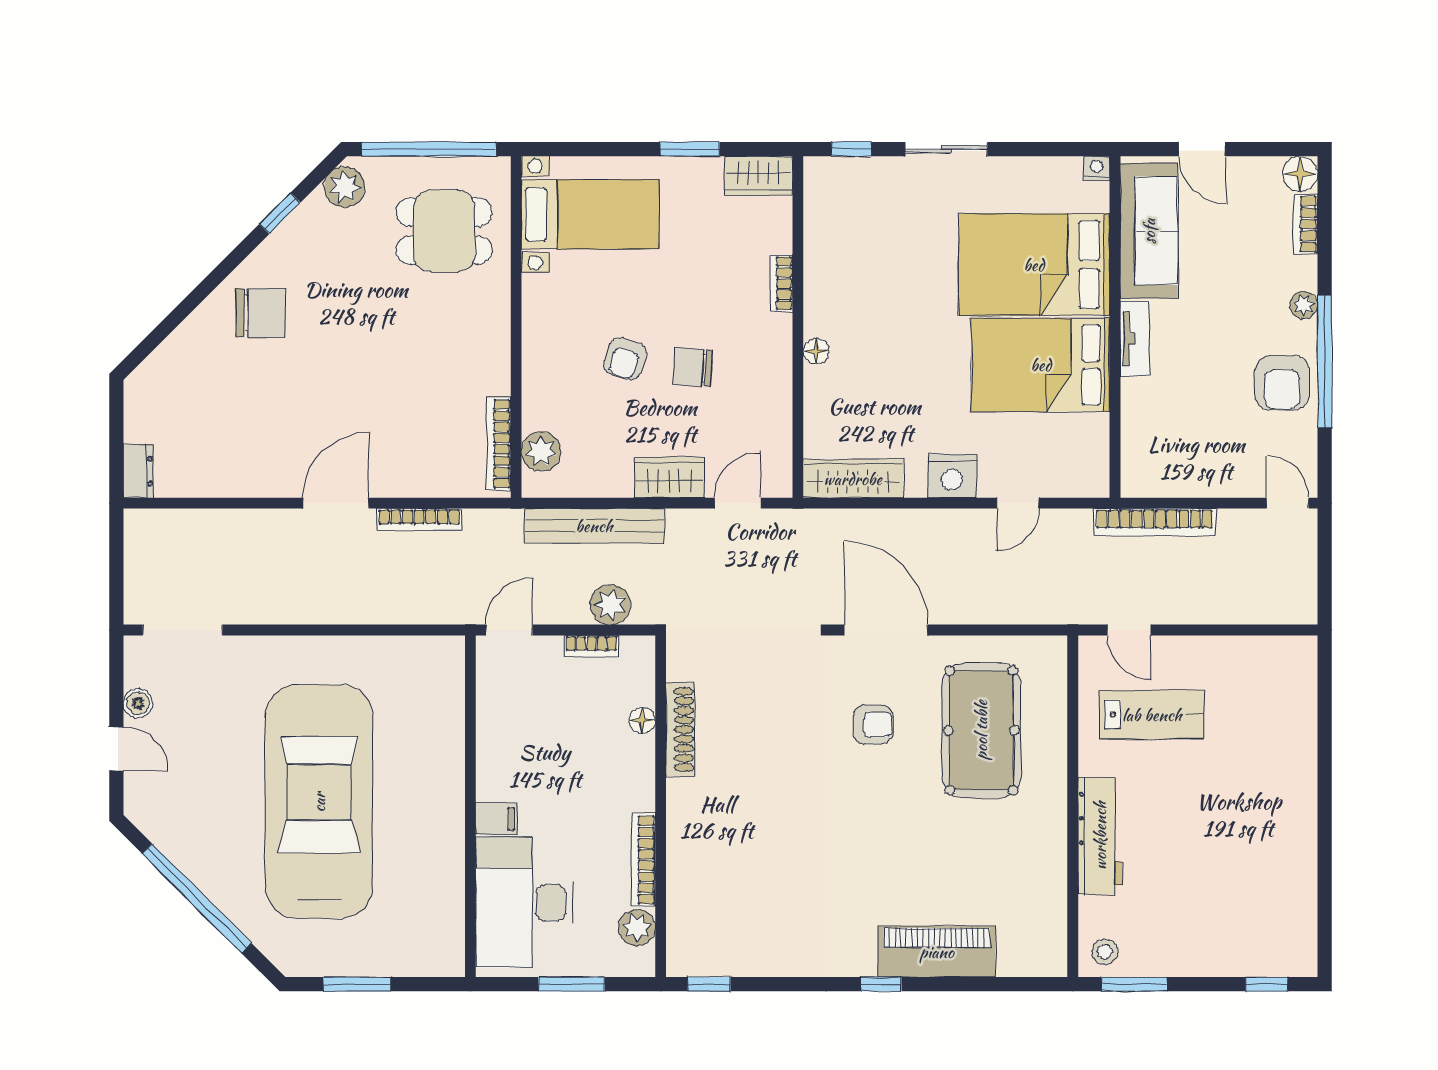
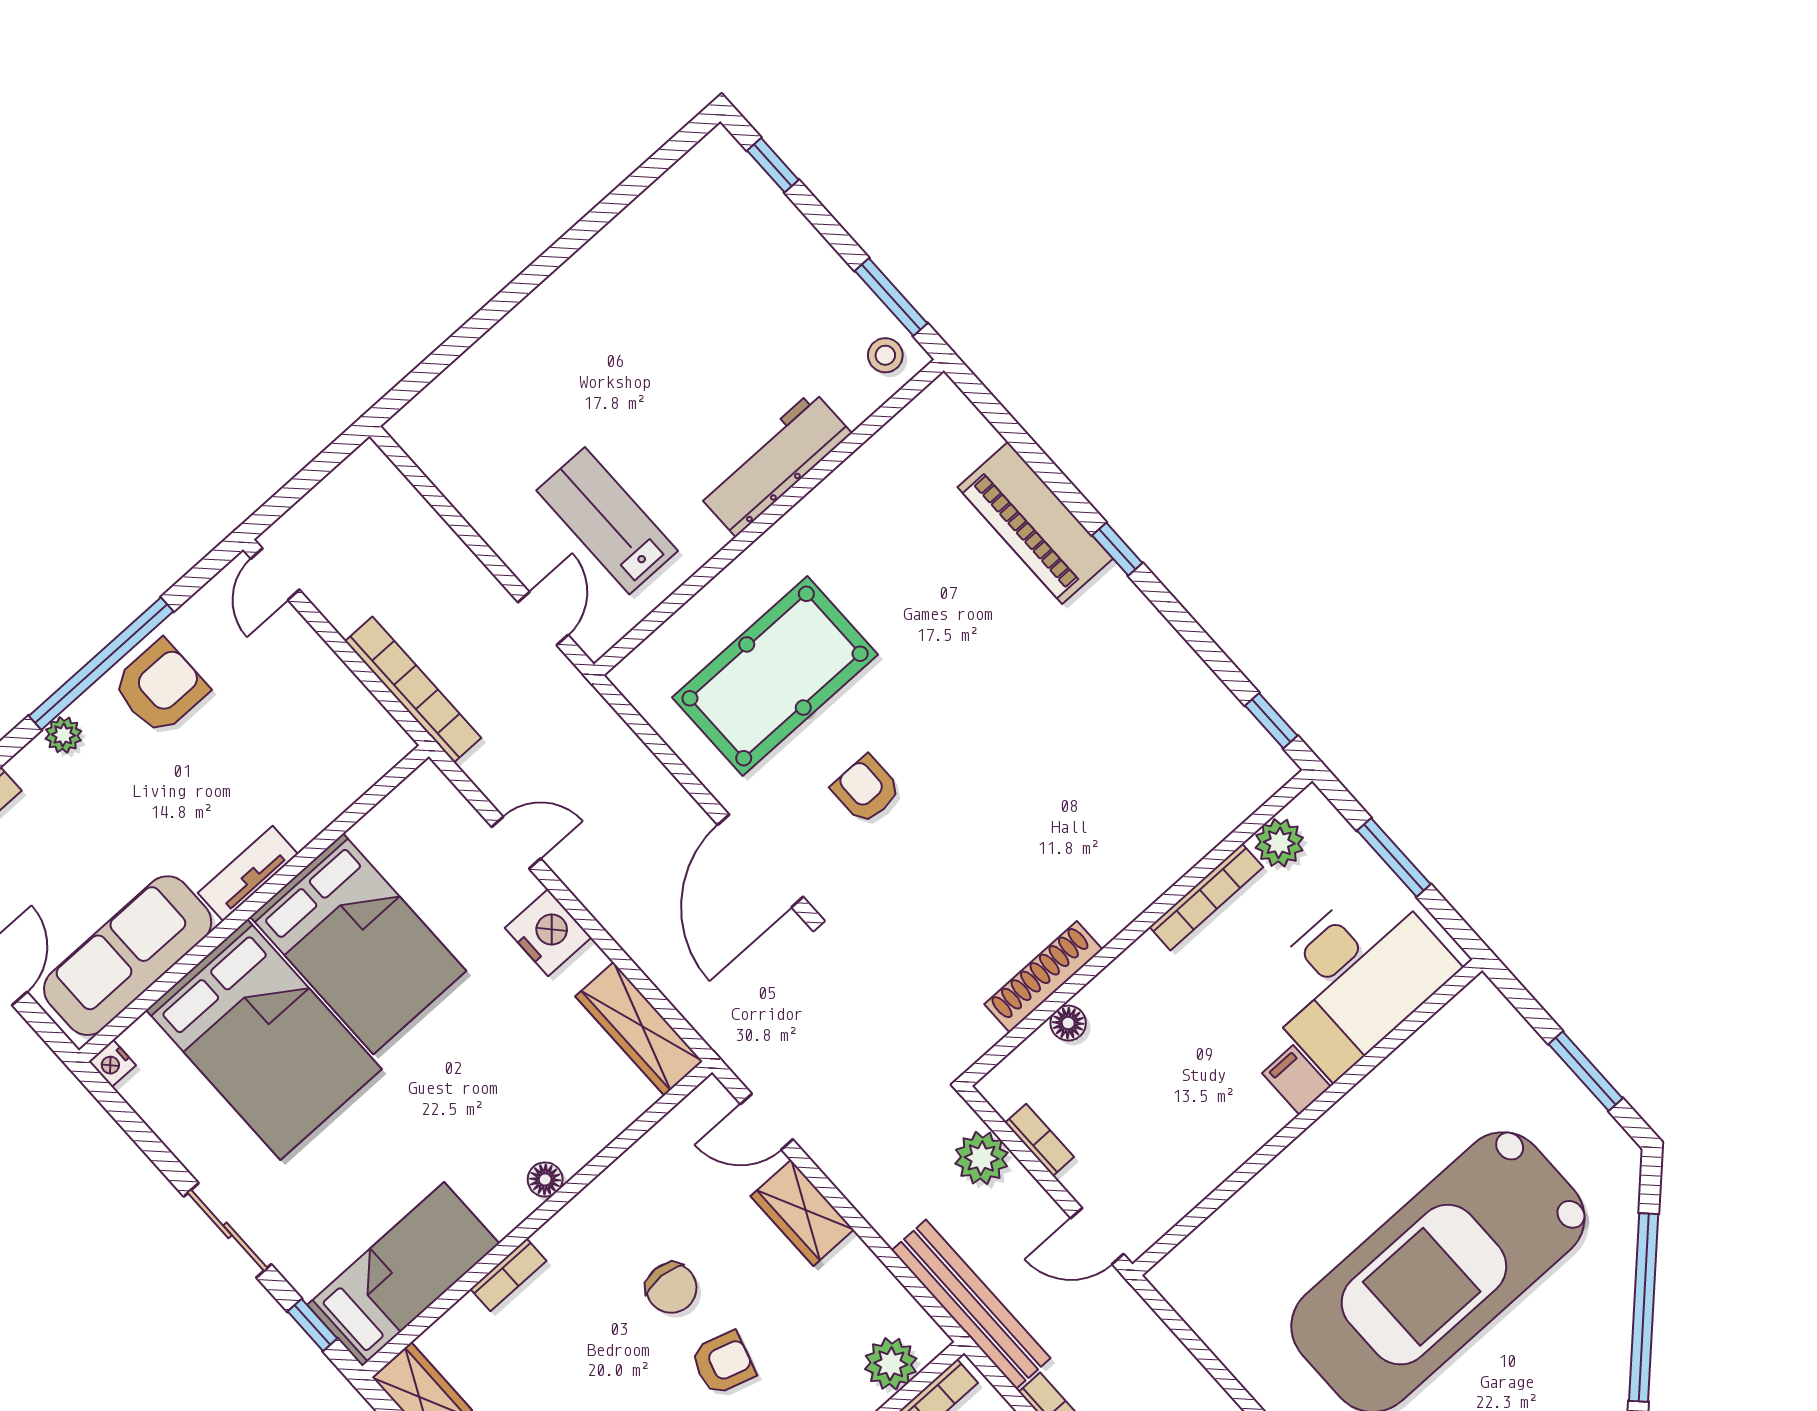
bed: (834, 225) -> (403, 1274), added
bench: (594, 526) -> (971, 1304), moved

